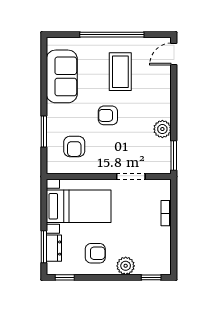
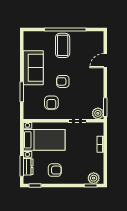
door: (174, 54) -> (105, 61), moved
coffee table: (120, 72) -> (63, 45), moved
sofa: (62, 76) -> (33, 68), moved
plant: (162, 129) -> (98, 113), moved
armchair: (74, 147) -> (51, 103), moved
plant: (126, 266) -> (94, 178), moved

